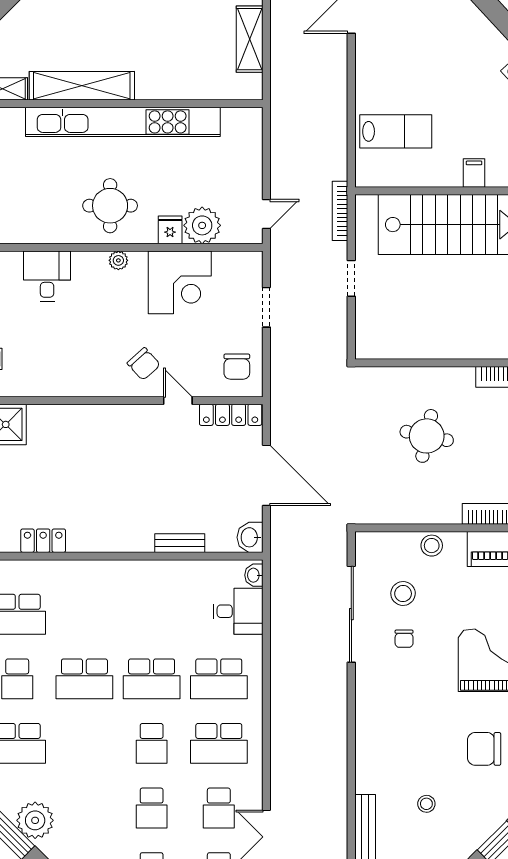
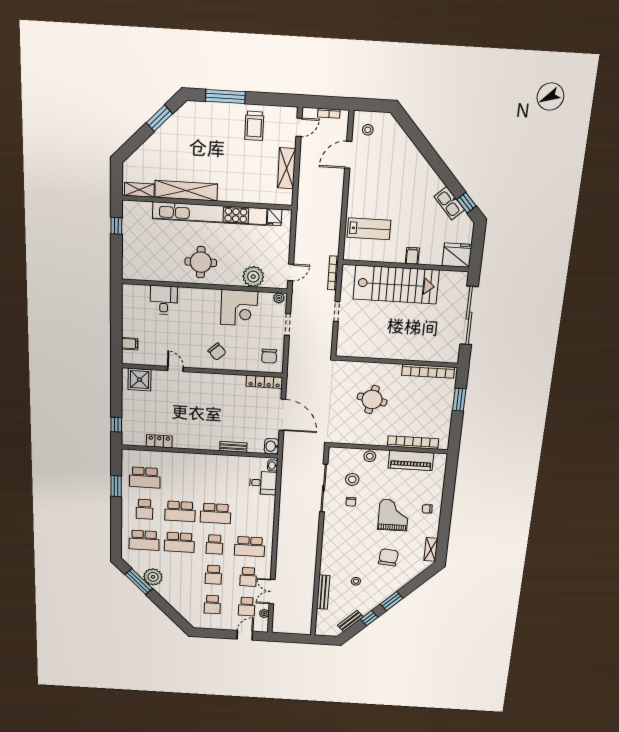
fridge: (170, 230) -> (275, 217), moved, turned 180
plant: (118, 260) -> (279, 298), moved
door: (178, 401) -> (175, 369), moved
school desk: (219, 679) -> (179, 542), moved
chair: (484, 749) -> (388, 557), turned 96

